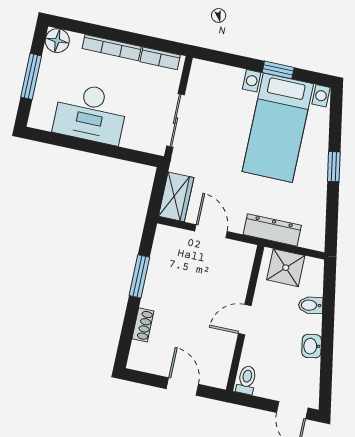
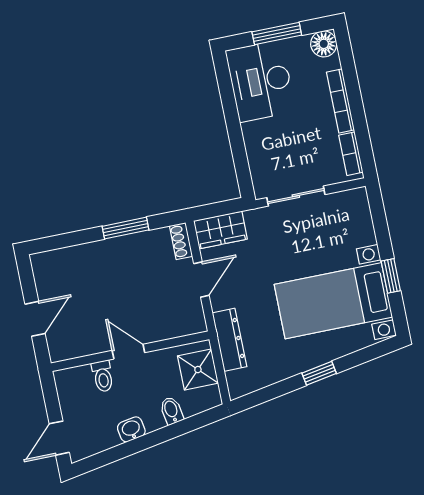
desk: (90, 113) -> (260, 81), moved
shoe rack: (143, 325) -> (181, 241), moved, turned 90
toilet: (246, 380) -> (103, 376), moved, turned 90

